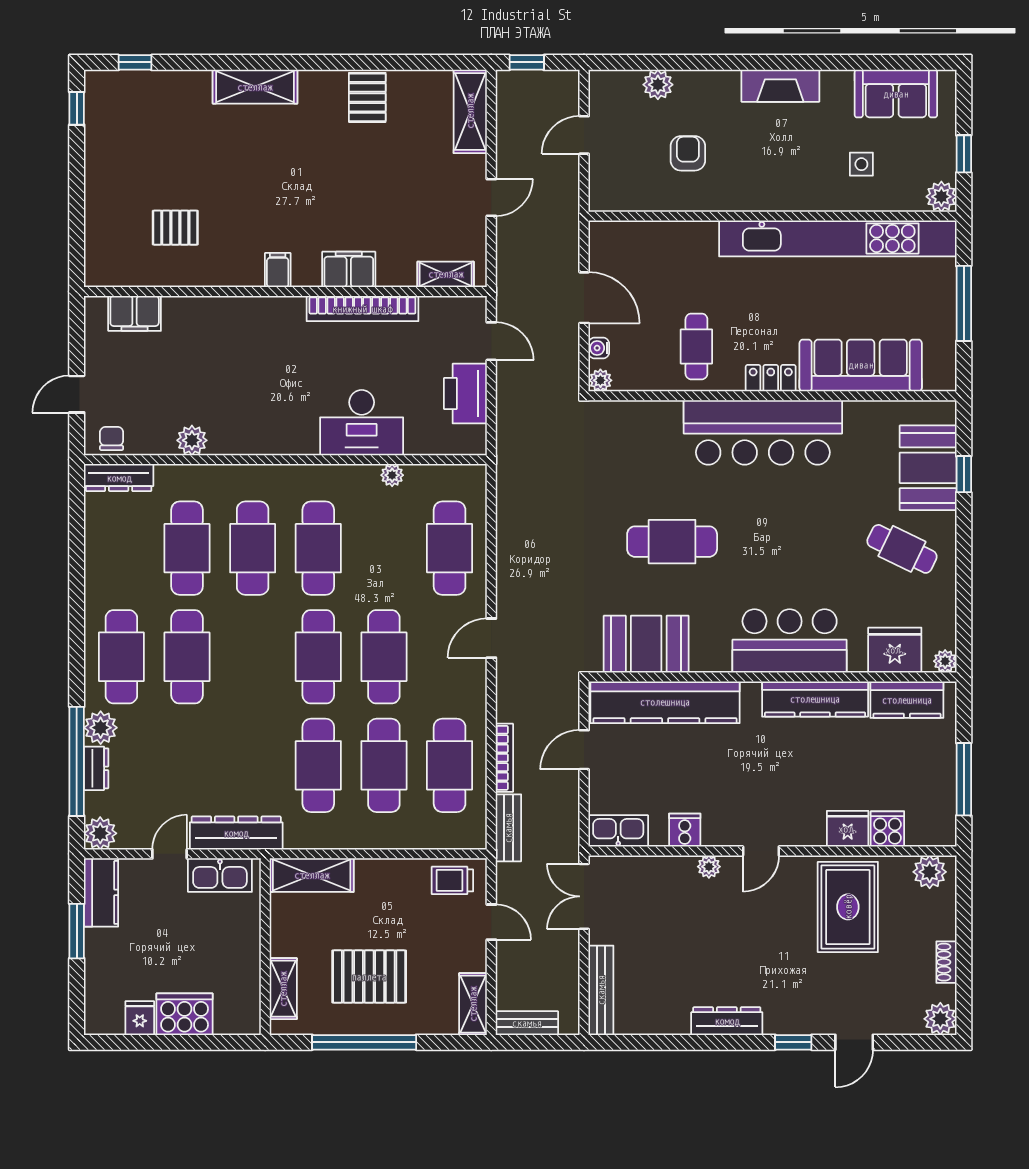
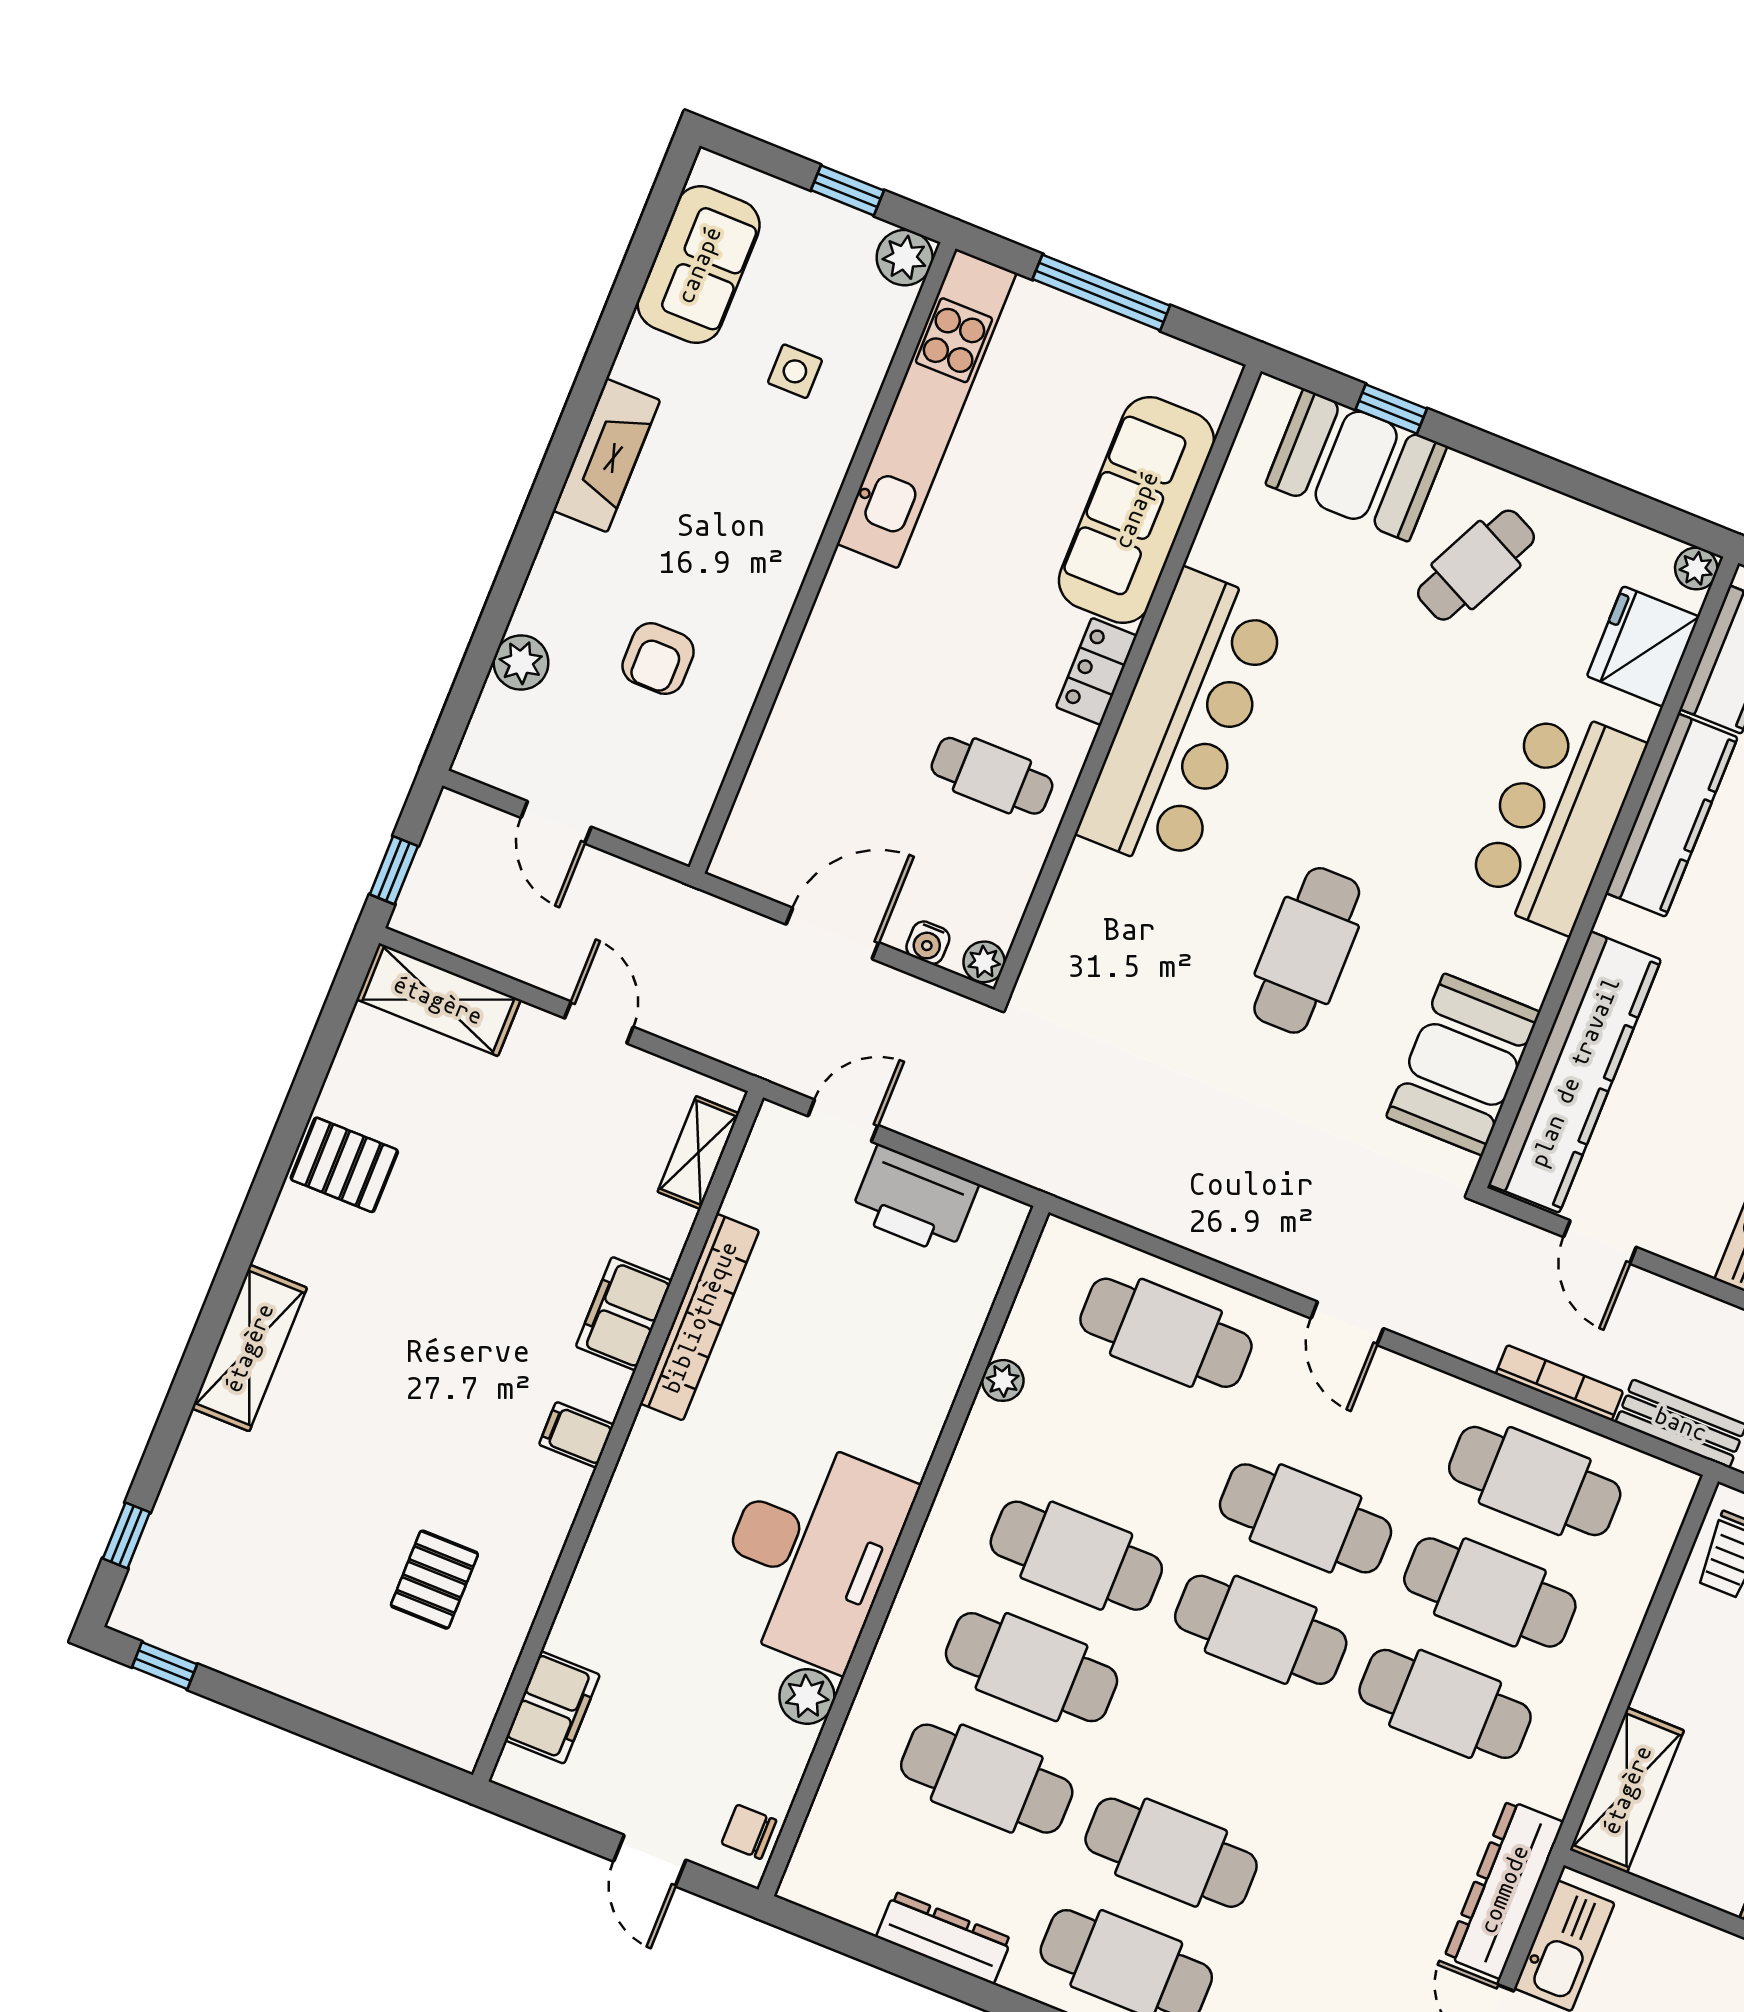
armchair: (688, 153) -> (658, 659), turned -90
kitchen unit: (838, 238) -> (927, 408), width x0.73
desk: (362, 423) -> (811, 1552), moved, width x1.36, depth x1.30
dresser: (119, 478) -> (944, 1938), moved, turned -90

